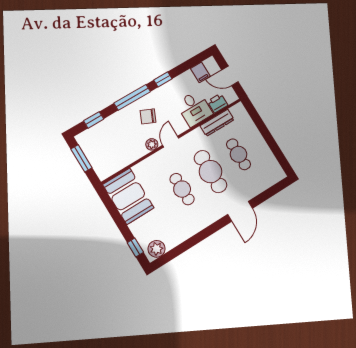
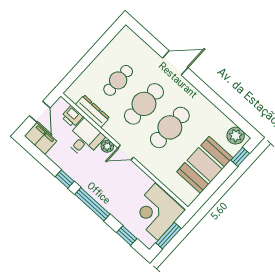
filing cabinet: (200, 72) -> (41, 139), width x2.00
chair: (148, 116) -> (107, 183), removed
plant: (152, 144) -> (107, 146), moved
corner desk: (107, 154) -> (156, 212), added
cafe table: (182, 189) -> (170, 127), width x1.37, depth x1.35
booth: (128, 196) -> (205, 165), moved

